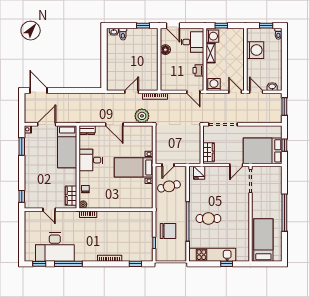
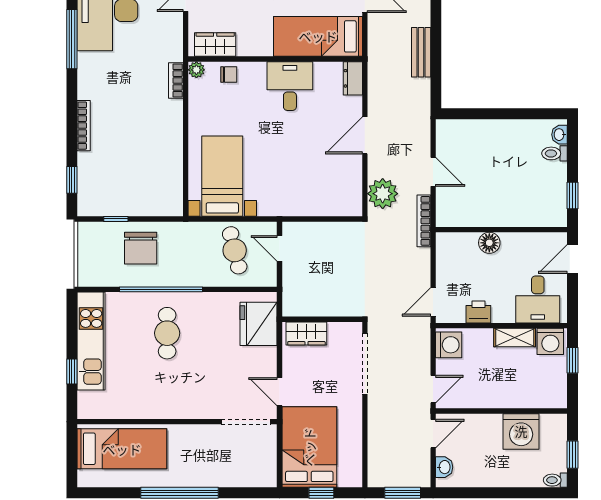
floor lamp: (165, 50) -> (489, 243), moved
bench: (75, 98) -> (421, 52), added
bed with nightstands: (134, 167) -> (222, 176), moved
fridge: (199, 173) -> (259, 324), width x1.88, depth x1.34

